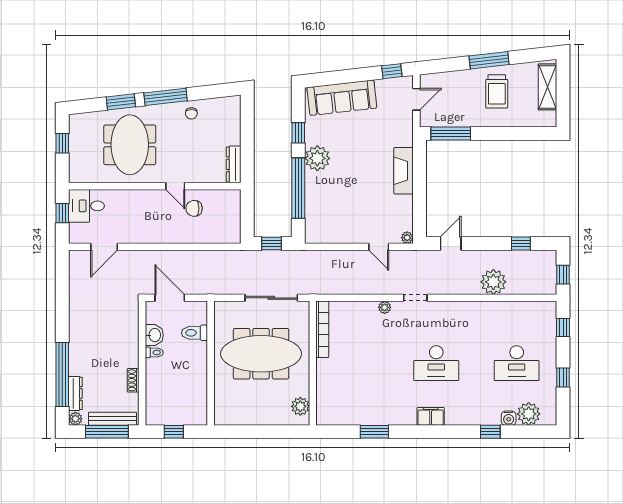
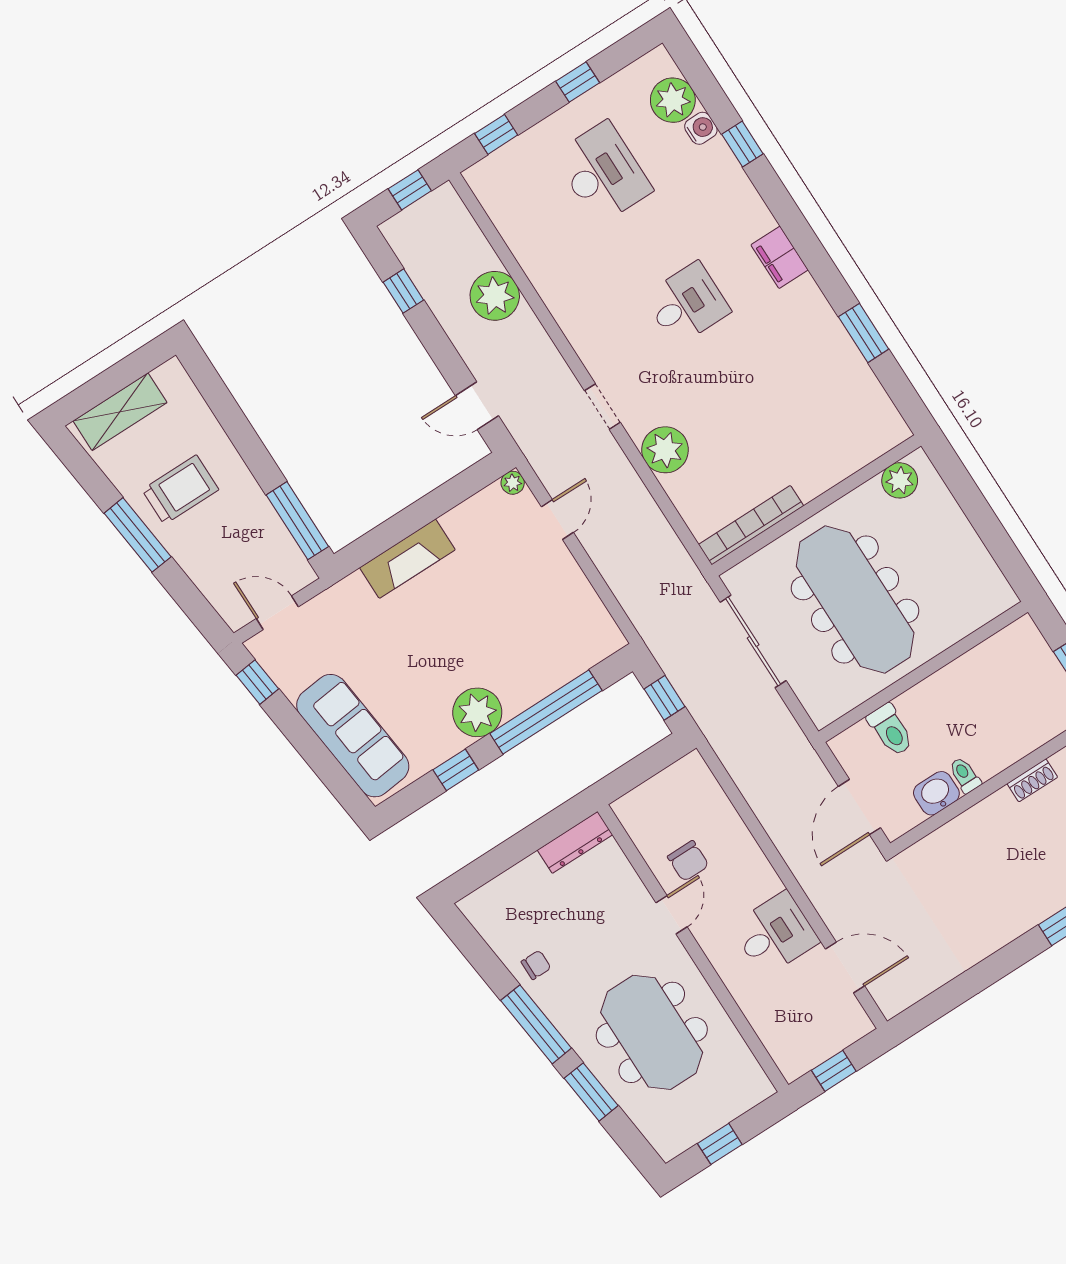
meeting table: (130, 145) -> (652, 1032), turned 90
desk: (86, 206) -> (775, 934), moved, turned -90
plant: (385, 307) -> (665, 450), width x1.88, depth x1.88
desk: (436, 363) -> (687, 304), width x0.73

